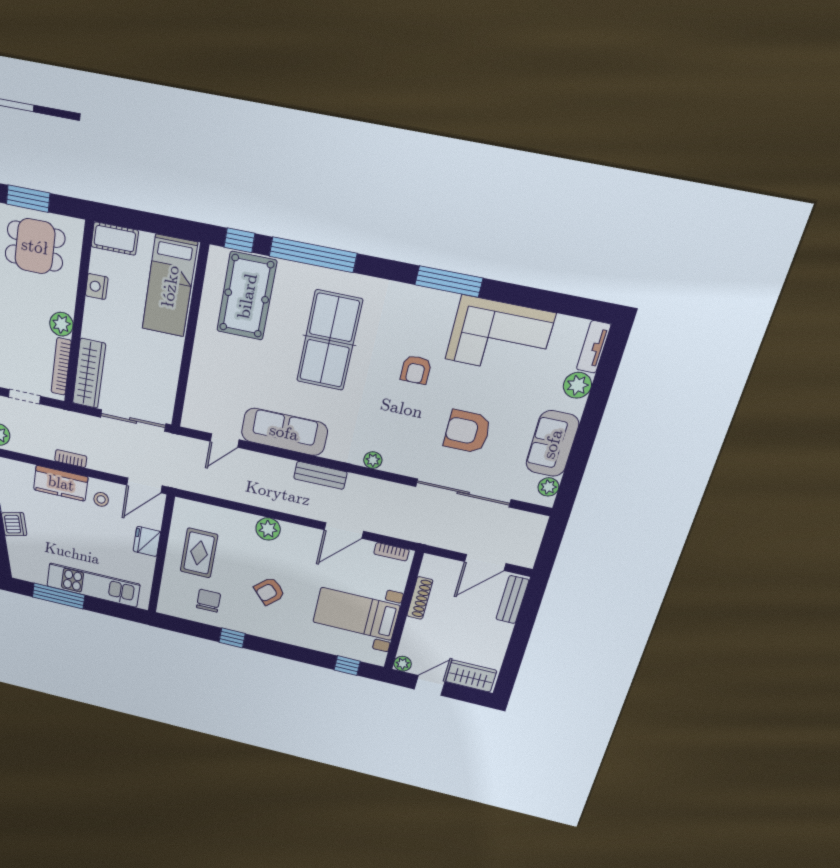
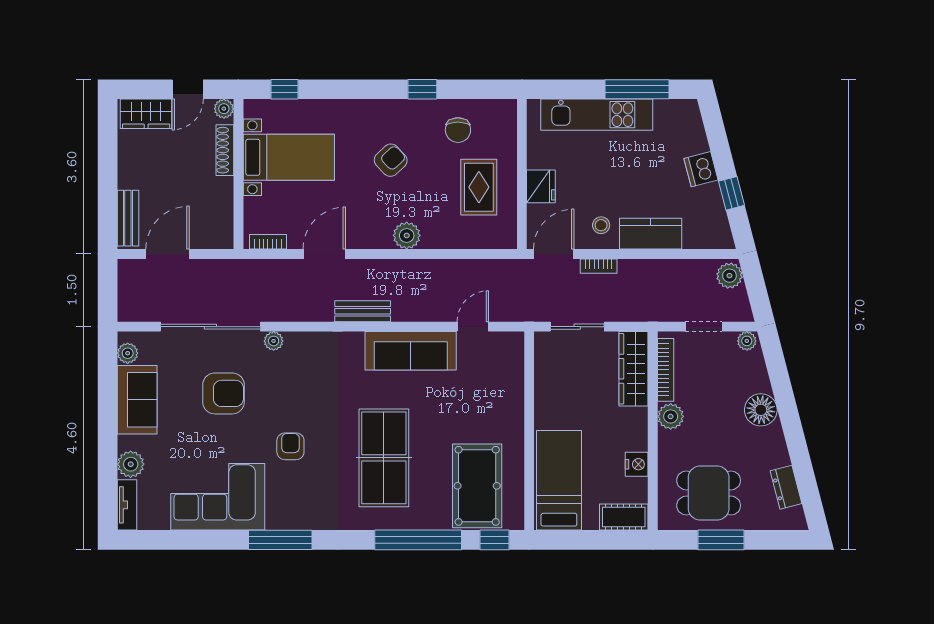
sliding door: (133, 420) -> (577, 327), width x0.73
bookcase: (71, 459) -> (599, 266), moved
plant: (373, 460) -> (274, 341), moved
shoe rack: (420, 598) -> (225, 150), moved

